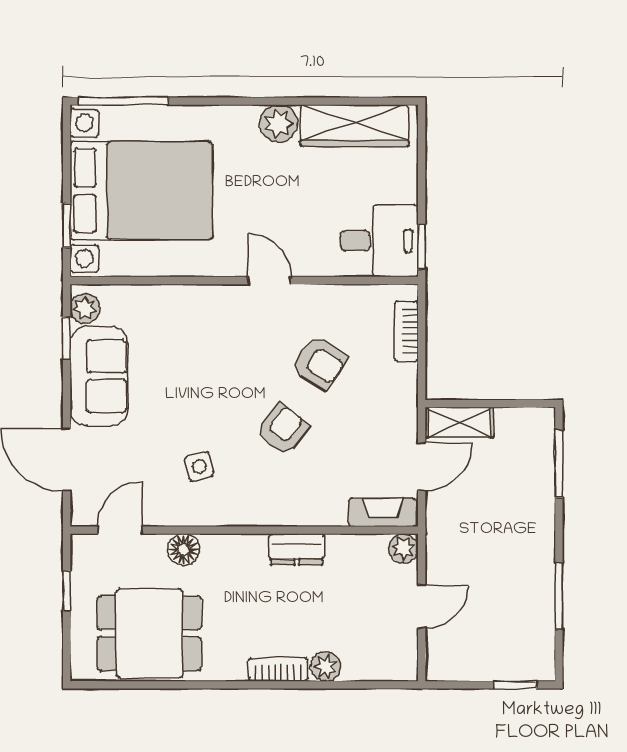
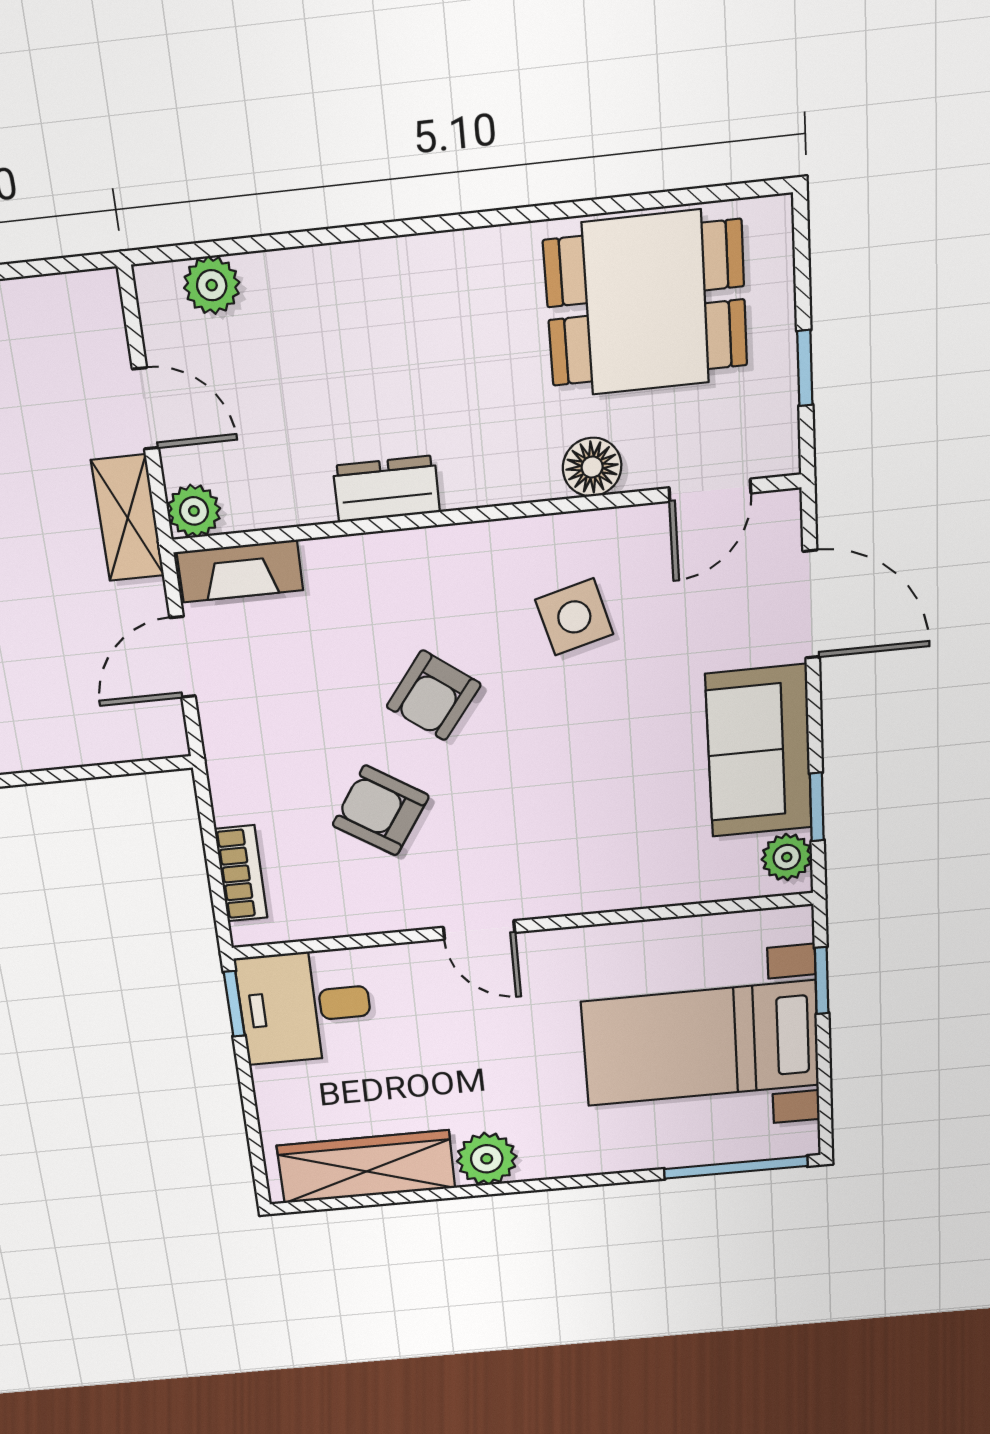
bed with nightstands: (141, 191) -> (701, 1043), width x0.73
shelving: (459, 422) -> (128, 518), moved, turned 90
side table: (199, 467) -> (574, 617), width x1.37, depth x1.37
door: (422, 606) -> (146, 409), swing flipped
plant: (326, 667) -> (212, 285), moved
bookcase: (278, 669) -> (397, 259), removed

